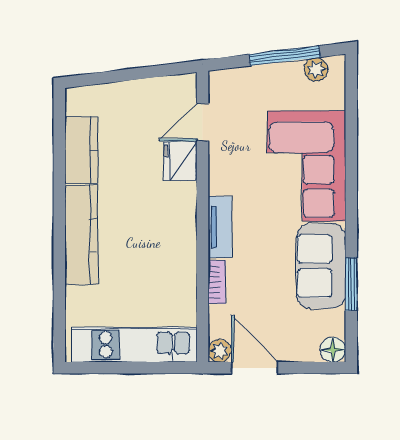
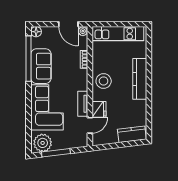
plant: (316, 69) -> (43, 143), width x1.88, depth x1.88
kitchen counter: (81, 150) -> (132, 134), moved, turned 83
tv unit: (220, 227) -> (83, 104), moved
stool: (169, 230) -> (104, 81), added
window: (351, 284) -> (29, 59), width x2.11

